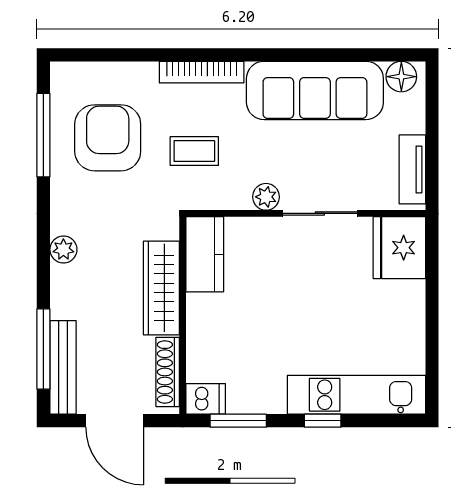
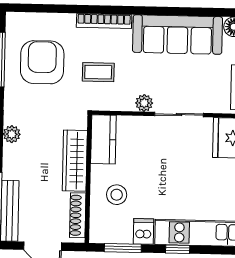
stool: (227, 339) -> (117, 195), added
dishwasher: (206, 399) -> (143, 231), moved, turned -90

